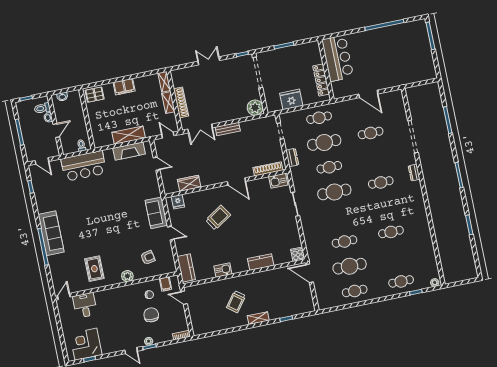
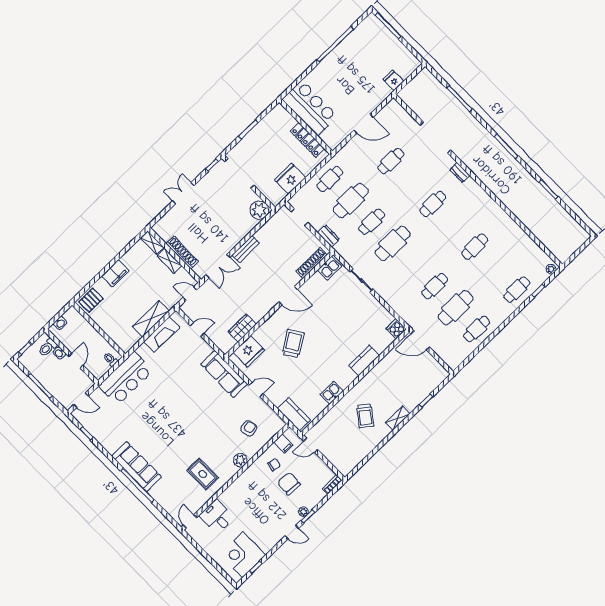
fridge: (409, 77) -> (393, 80), added
fridge: (178, 202) -> (249, 351), width x1.88, depth x1.34
sofa: (156, 213) -> (224, 374), width x1.36

